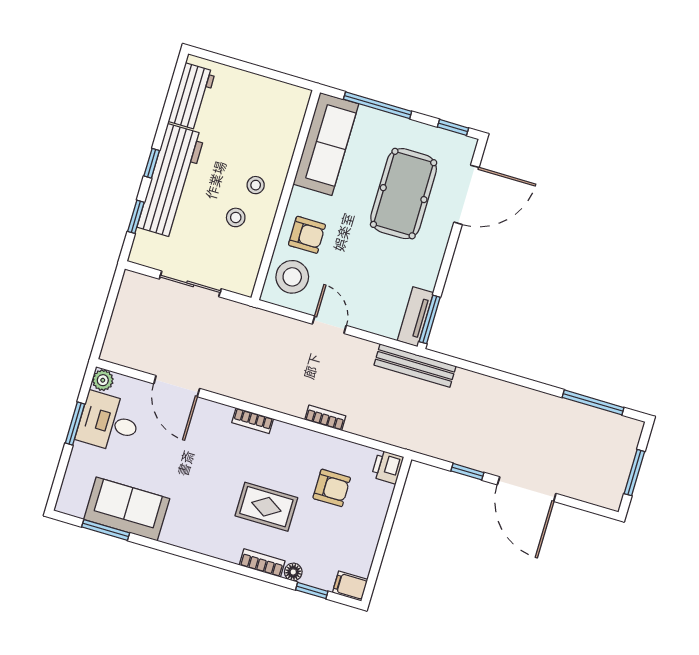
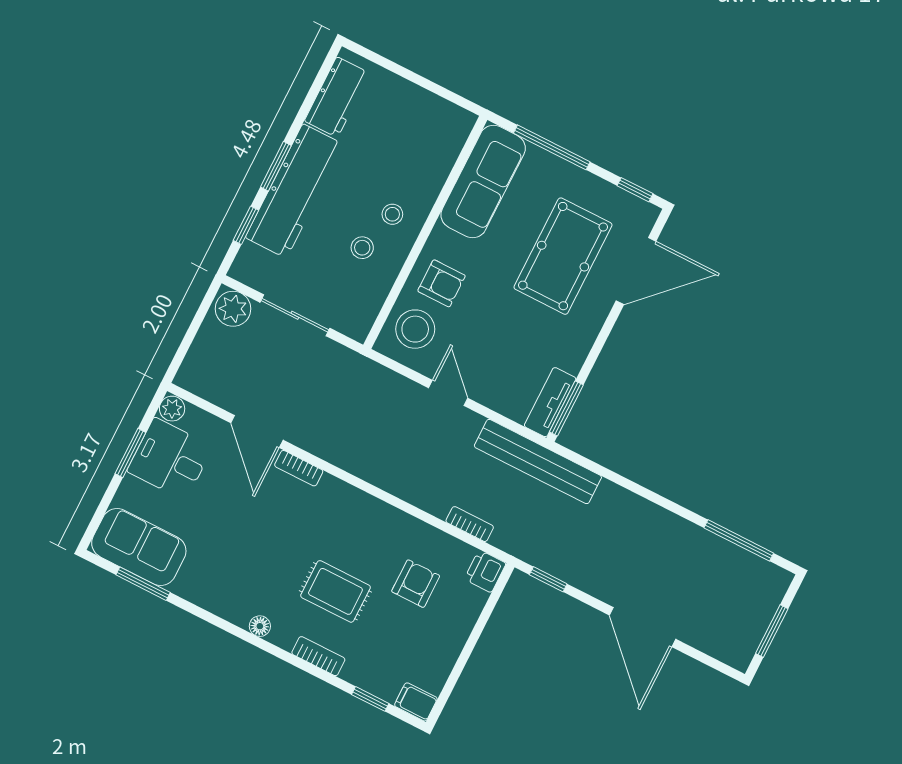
window: (152, 163) -> (276, 166), width x1.50
plant: (138, 288) -> (233, 309), added
bench: (415, 366) -> (538, 462), width x1.37, depth x1.21
bookcase: (325, 418) -> (470, 524), moved
bookcase: (253, 421) -> (299, 468), moved
window: (467, 472) -> (548, 579), moved
armchair: (332, 488) -> (416, 584), turned -90
sofa: (127, 509) -> (139, 547), moved
floor lamp: (293, 572) -> (260, 626), moved

